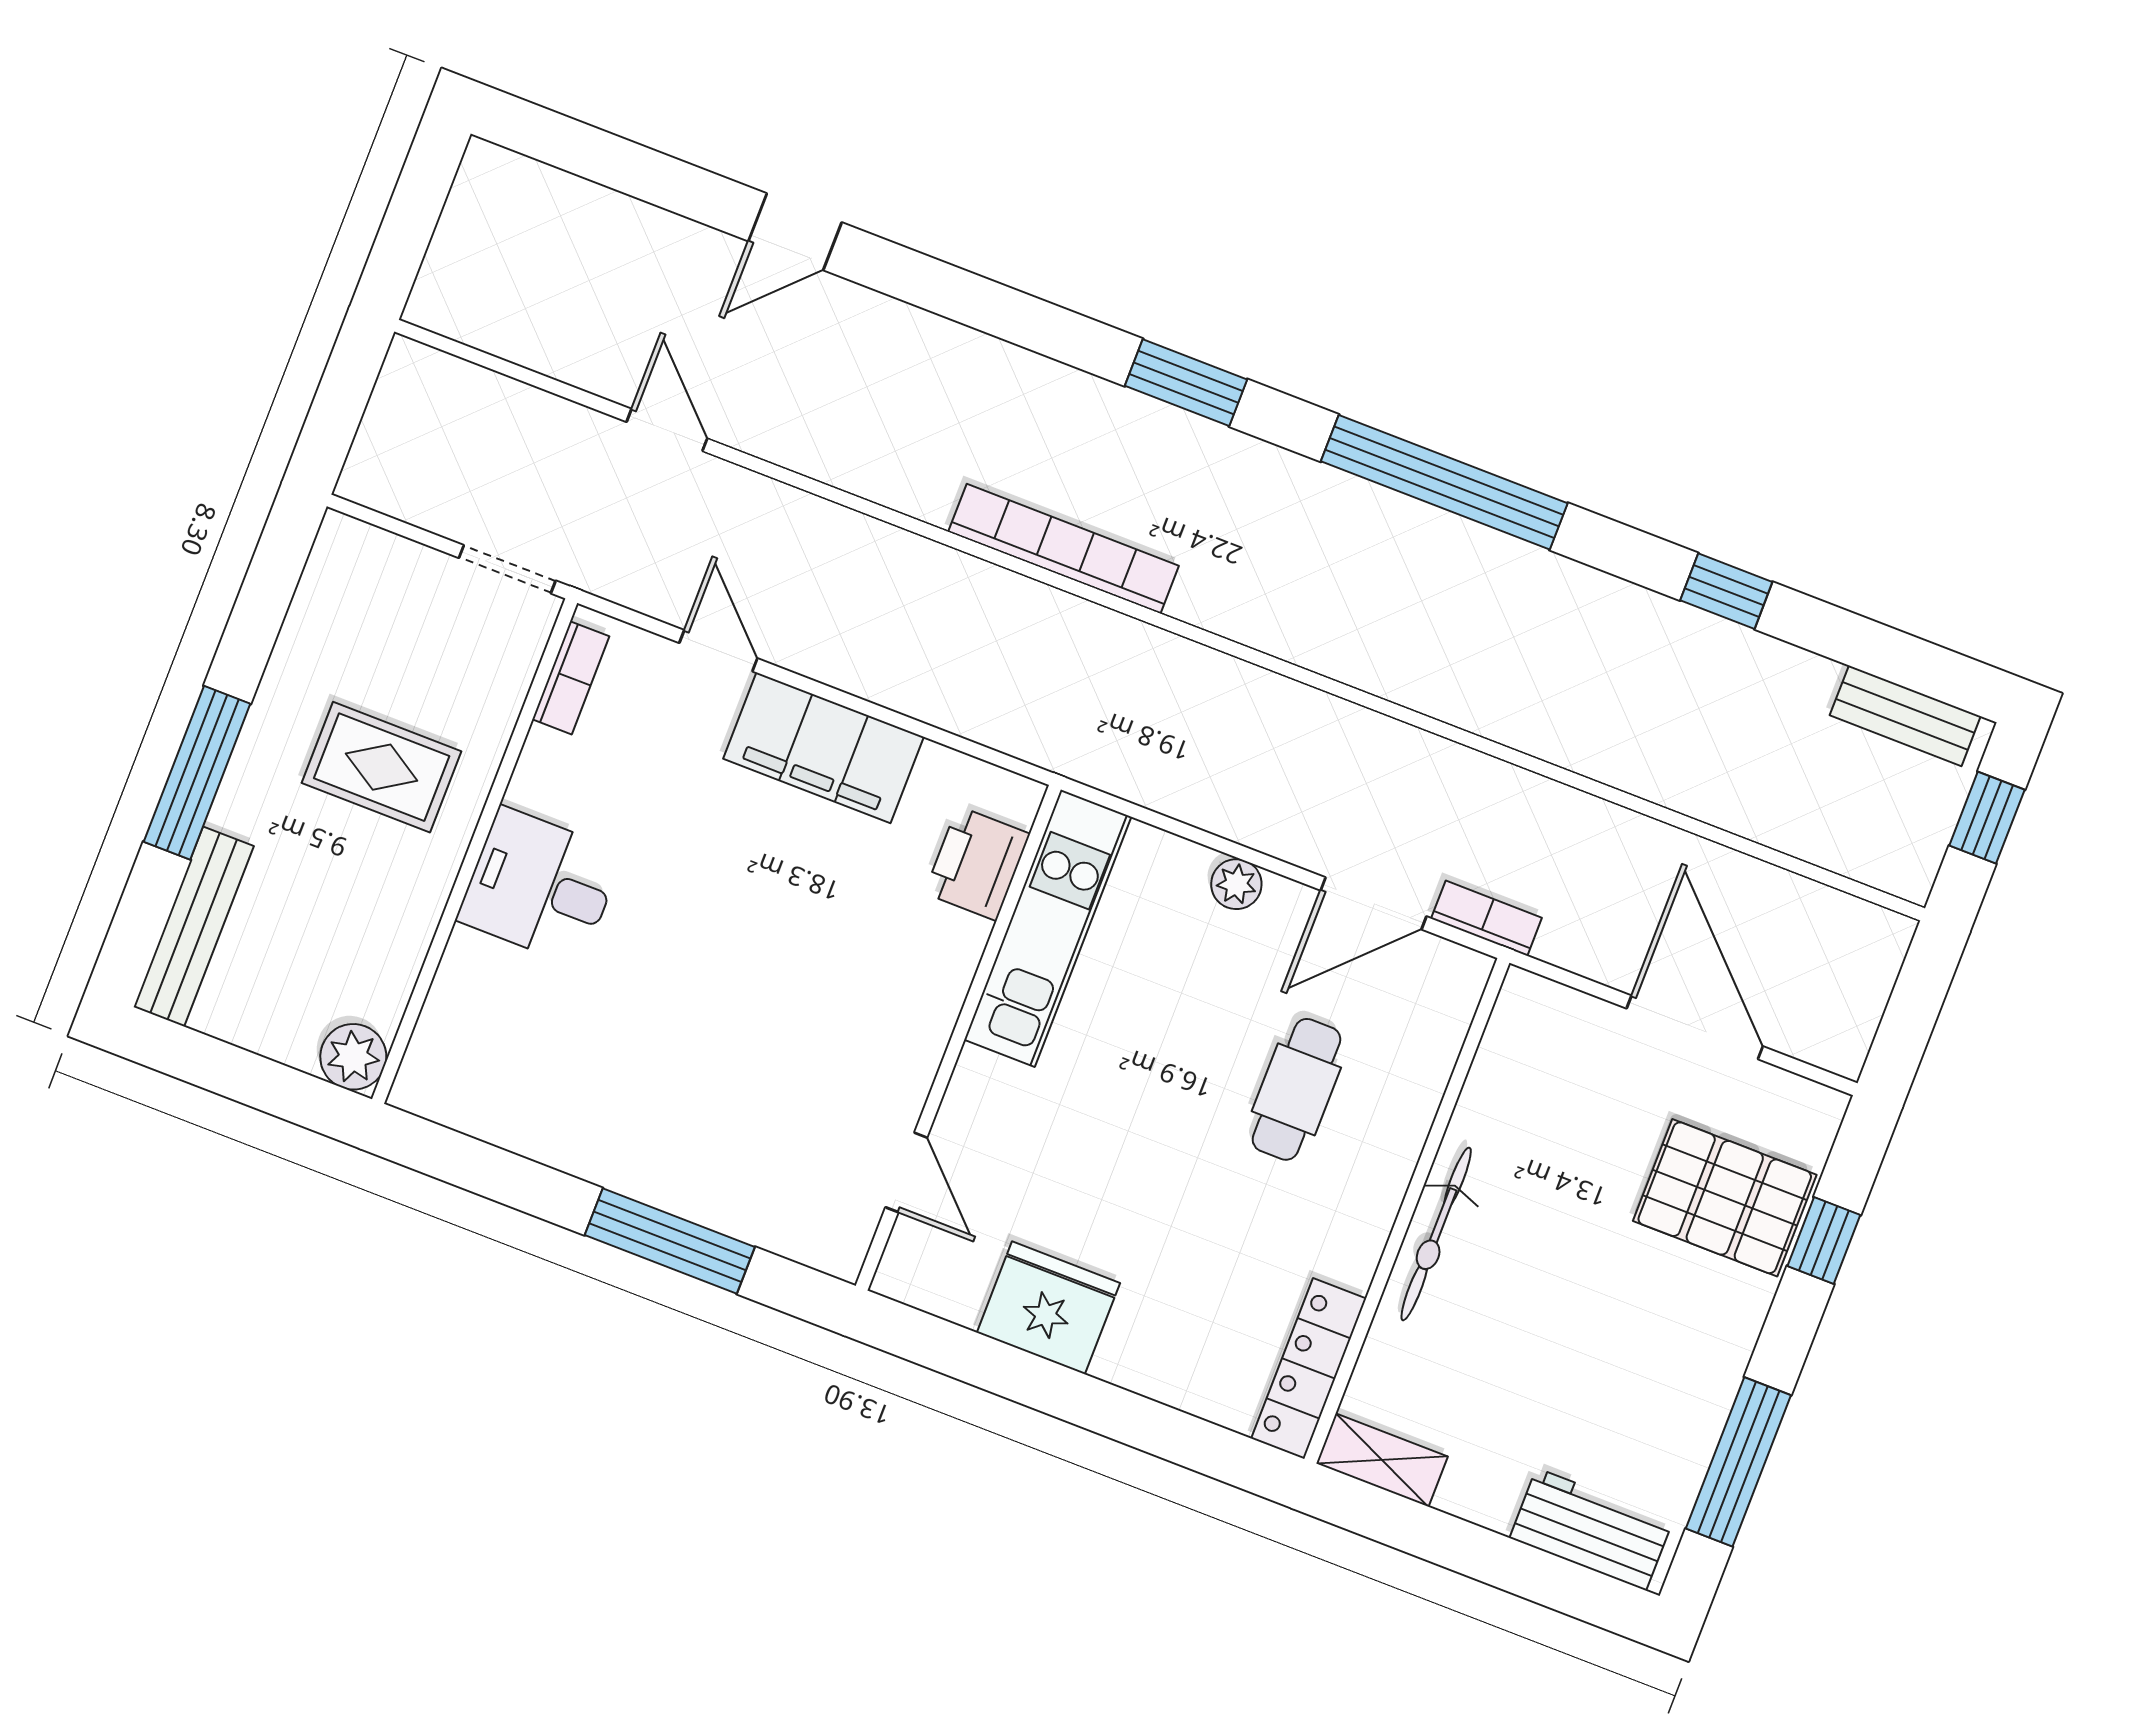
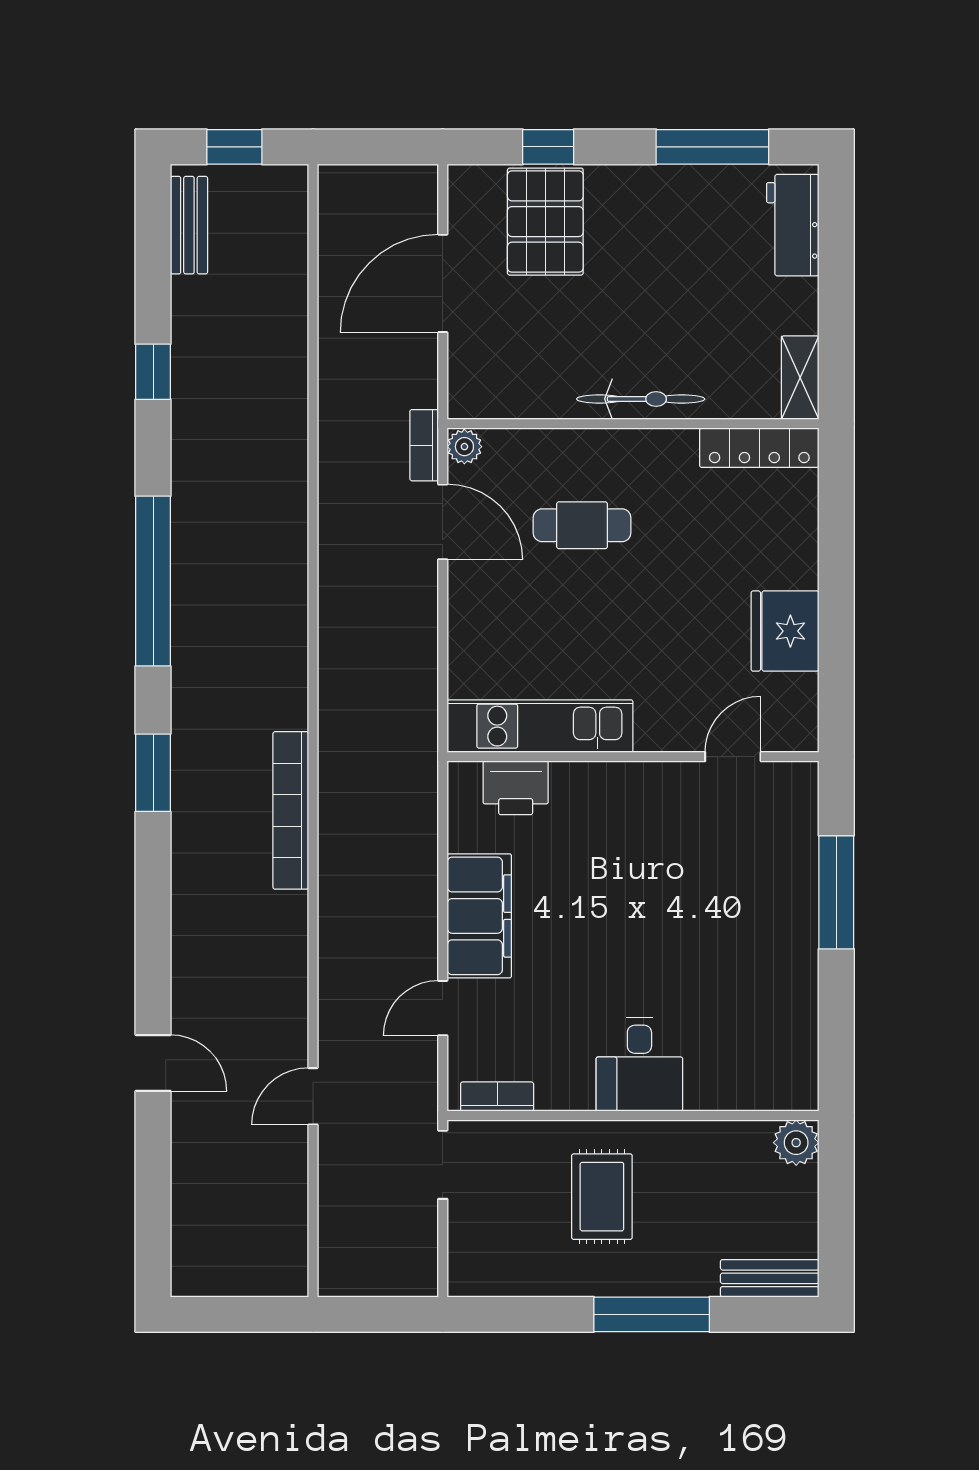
plant: (1236, 884) -> (464, 447), moved
bench: (194, 927) -> (770, 1278), width x0.73

